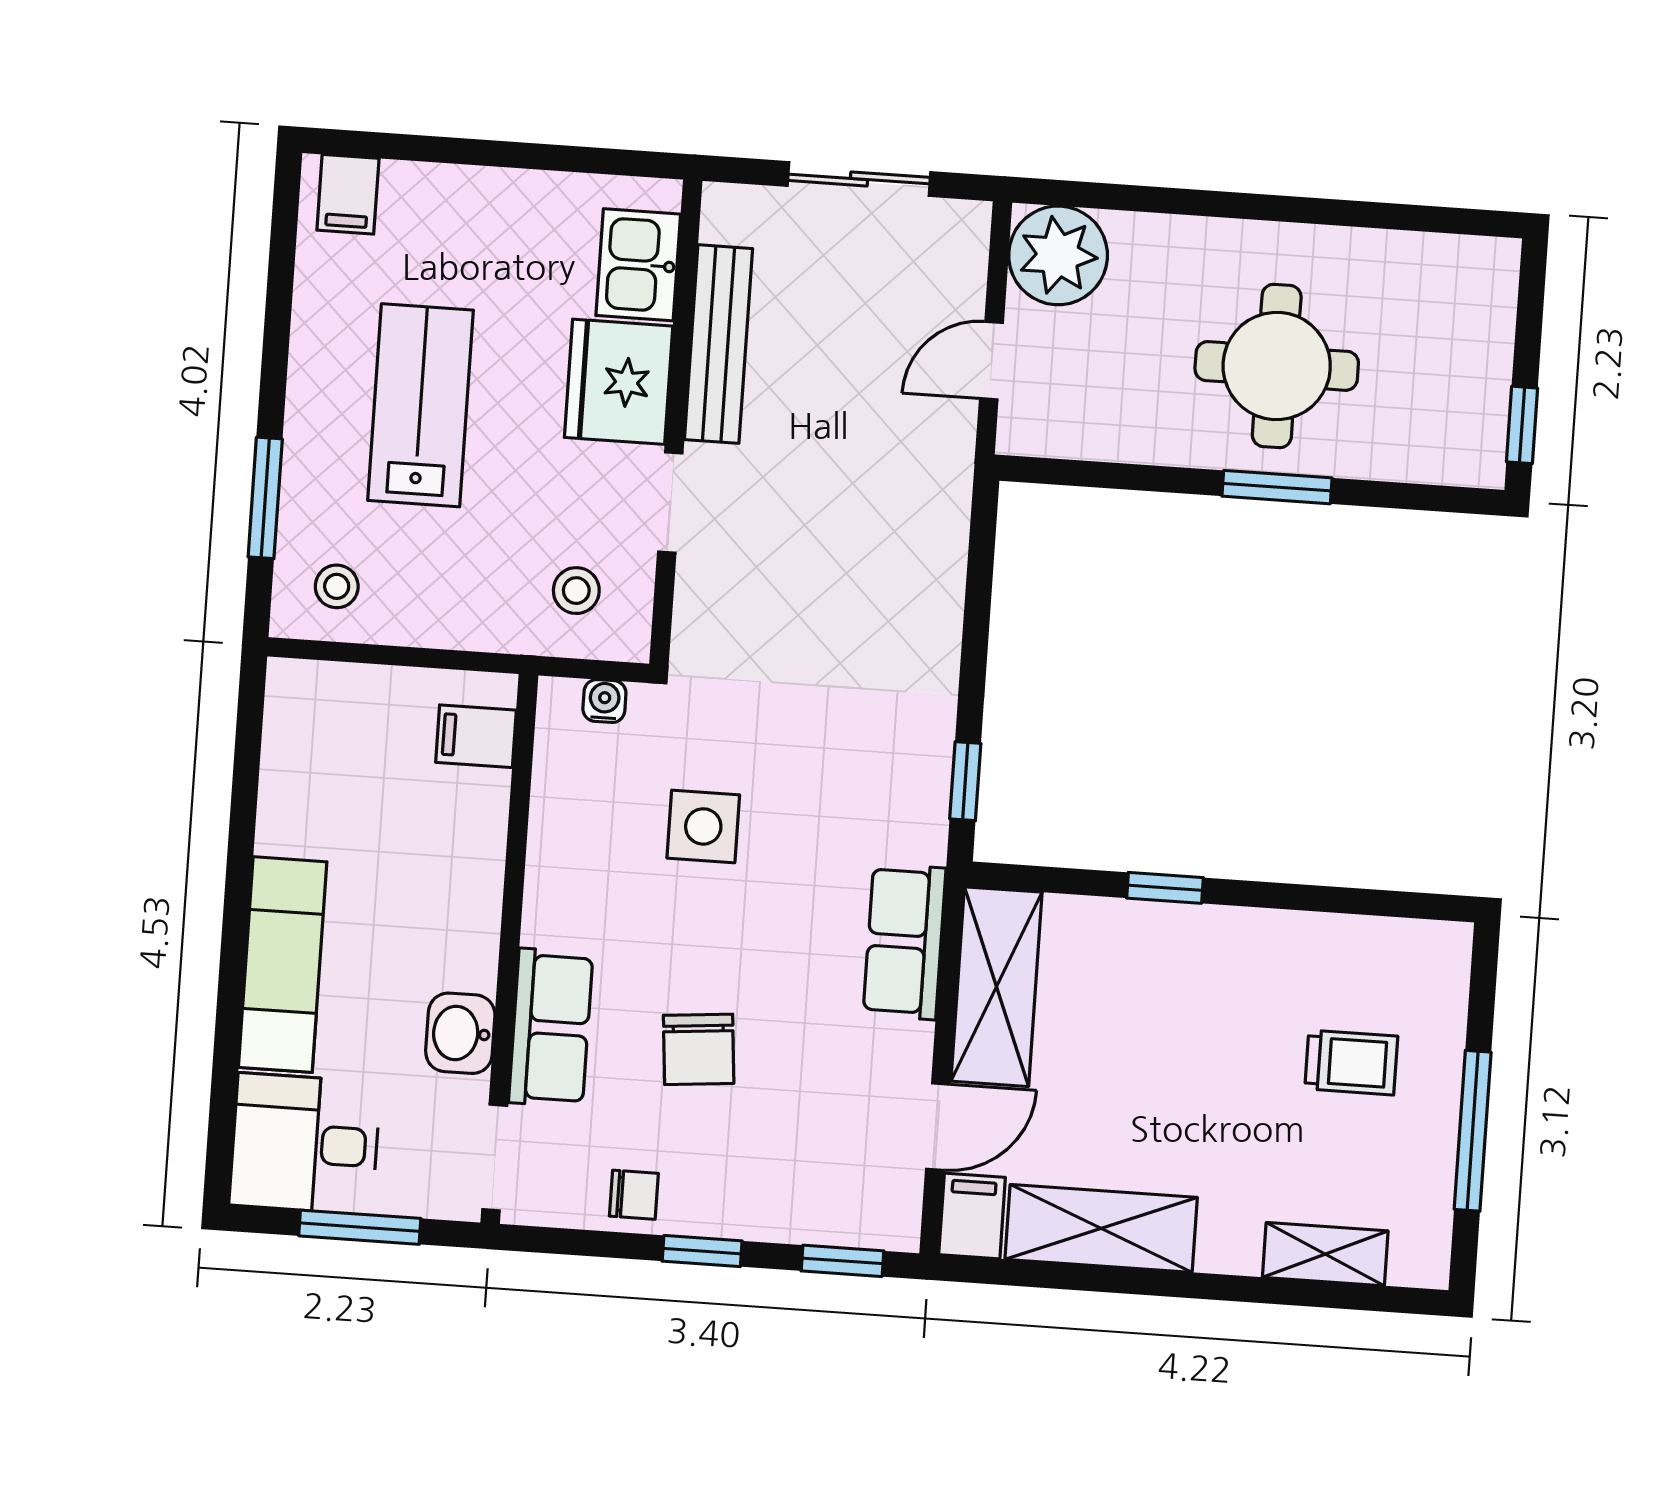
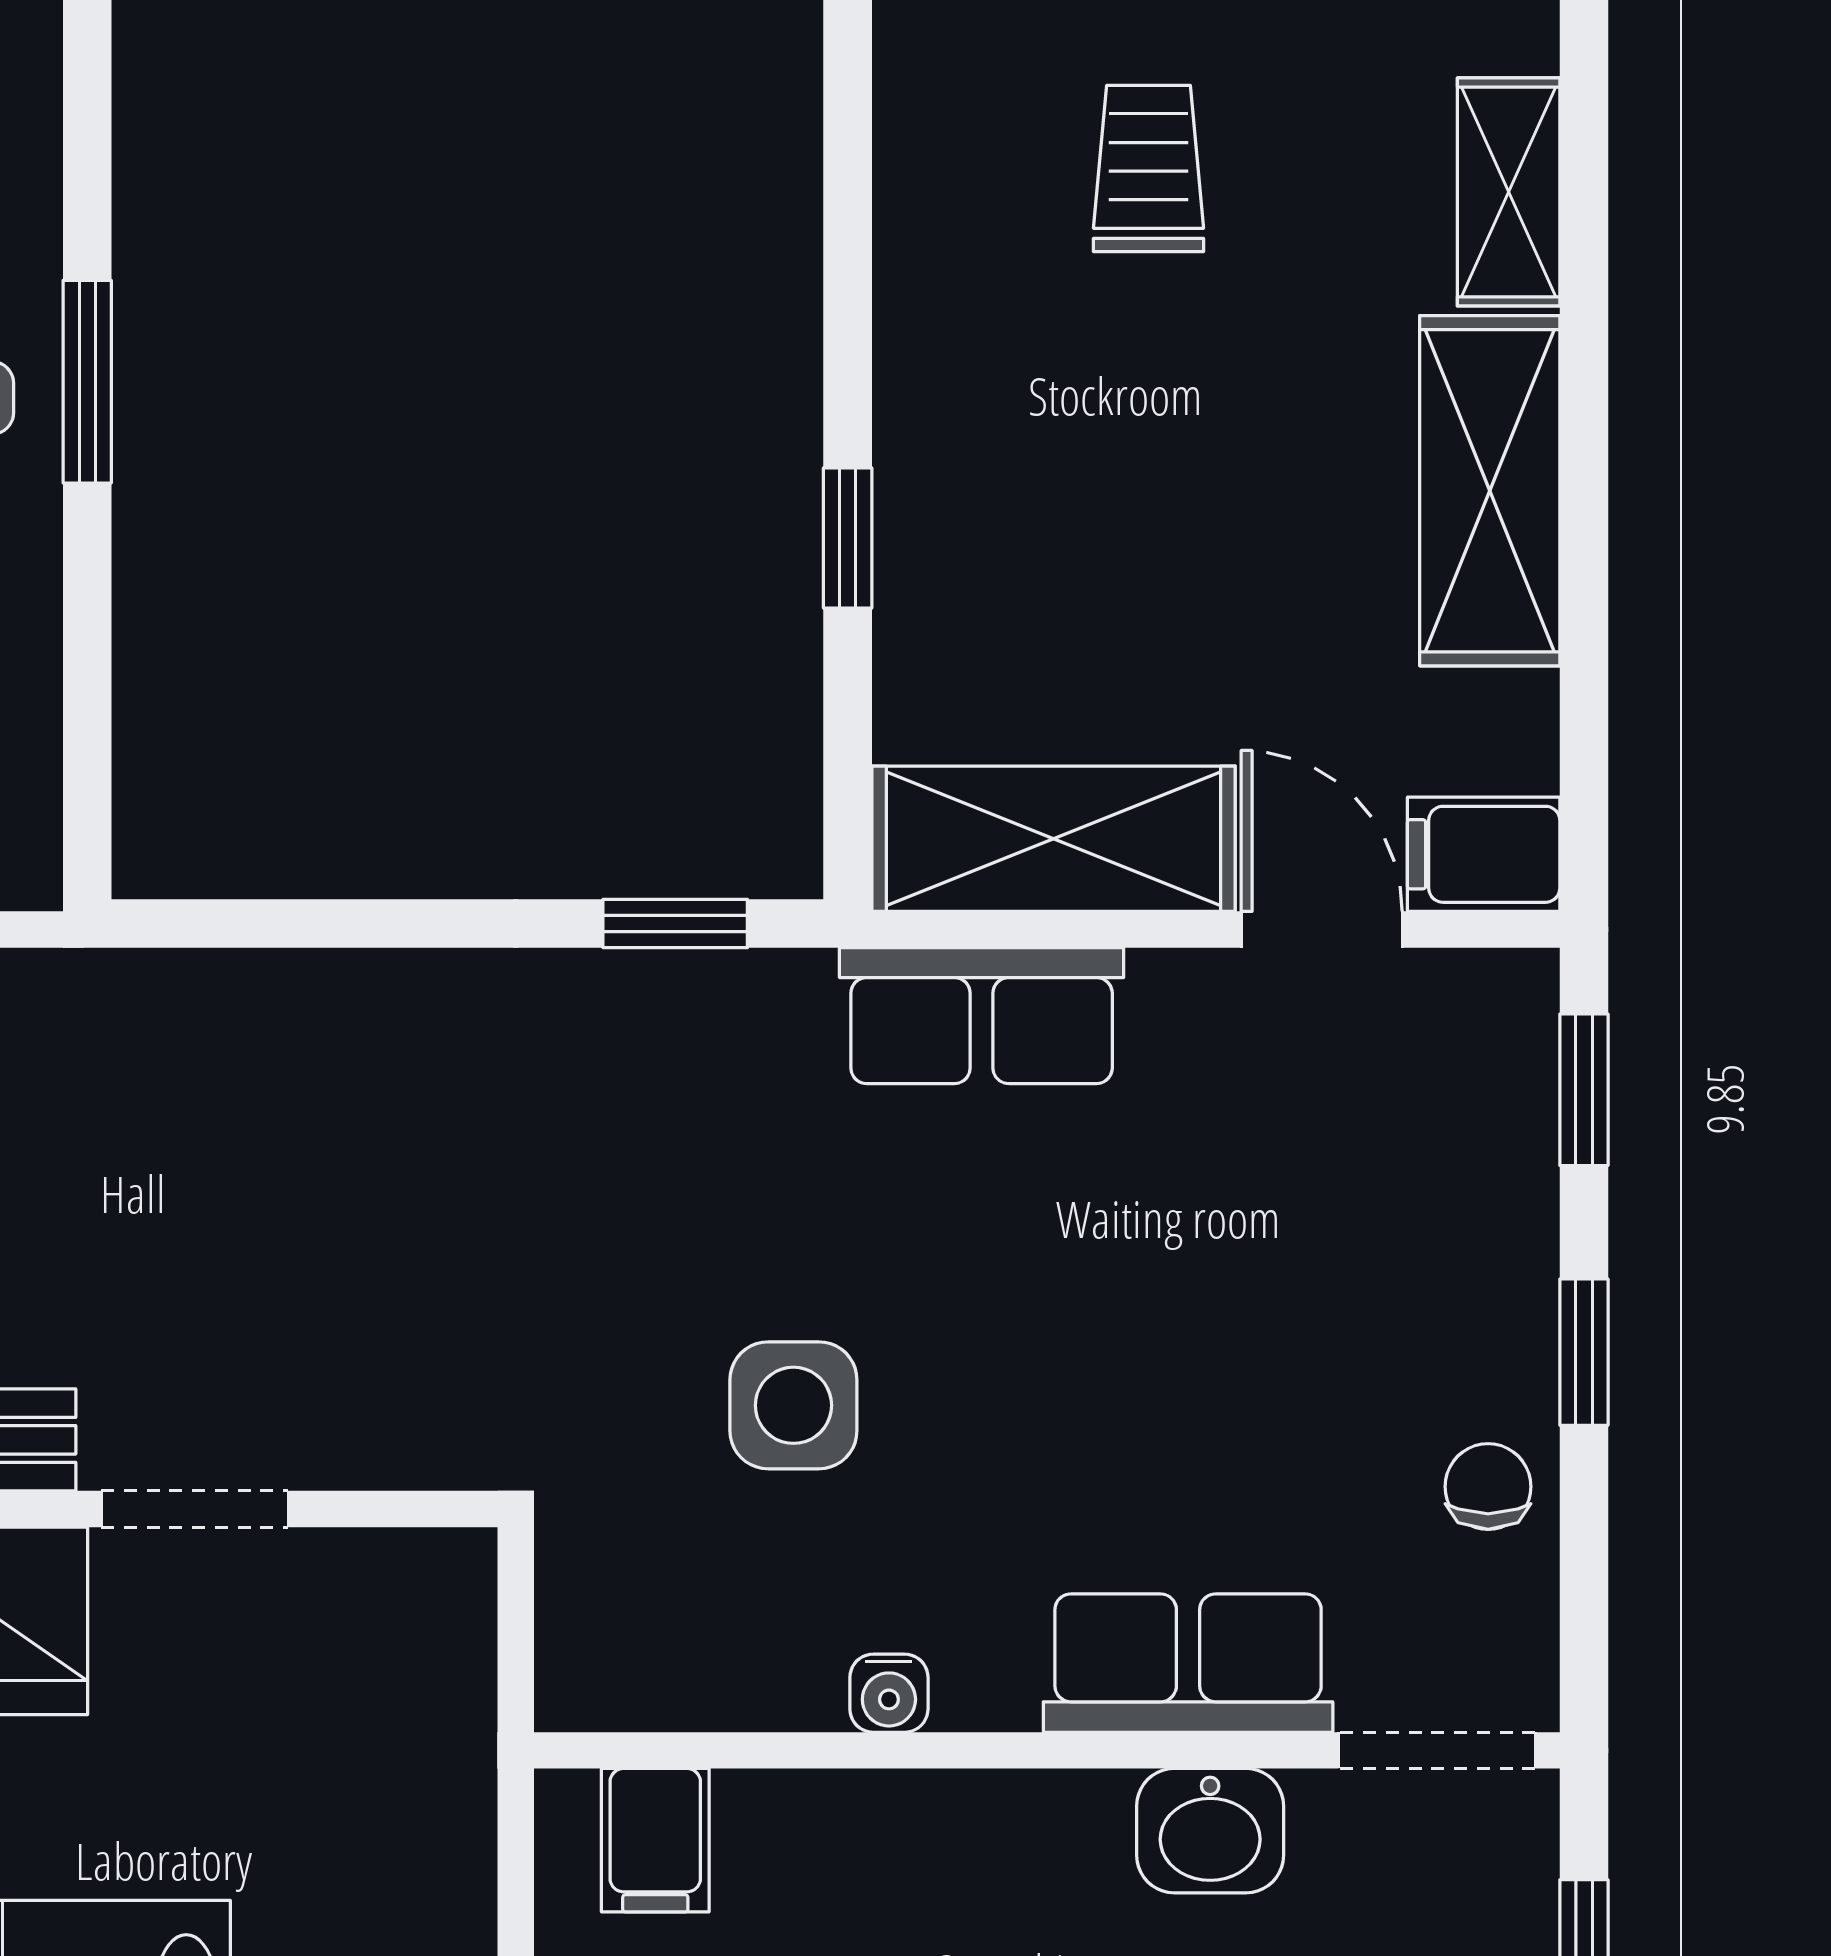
stool: (576, 591) -> (371, 1672), removed
water cooler: (604, 701) -> (889, 1693), moved, turned -90
chair: (699, 1049) -> (1209, 1385), removed
shelving: (1101, 1228) -> (1490, 491), moved

